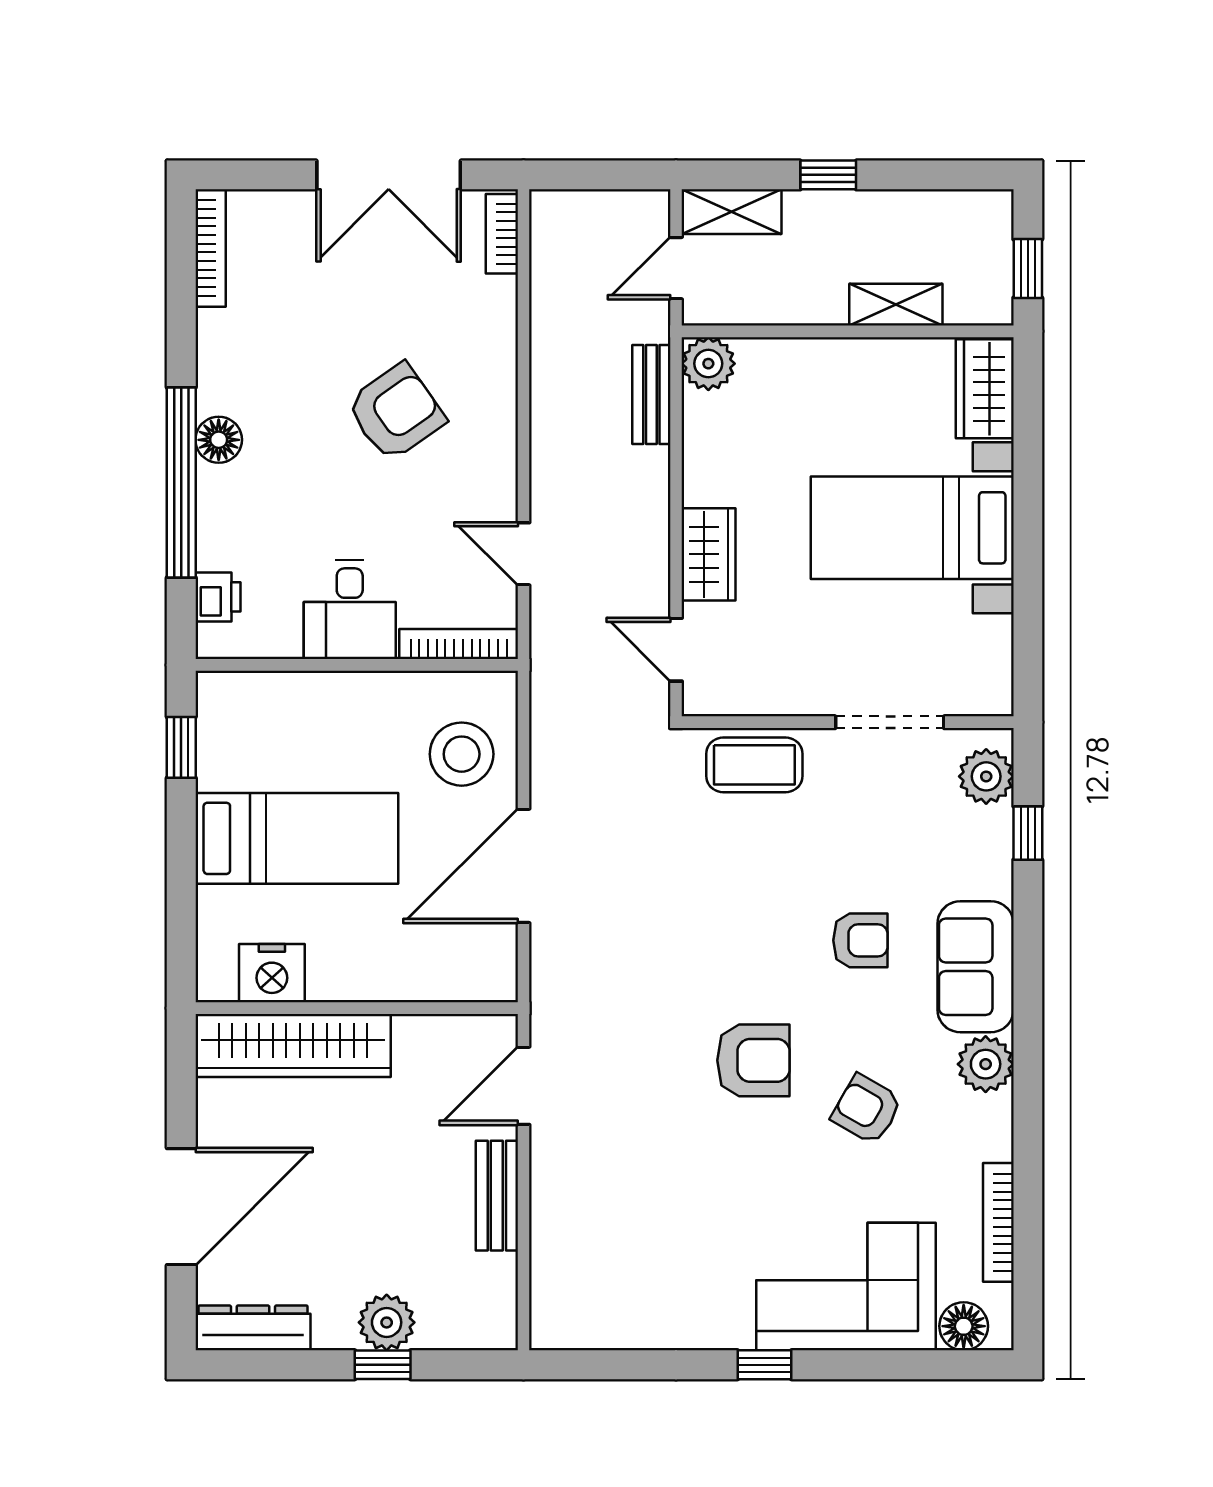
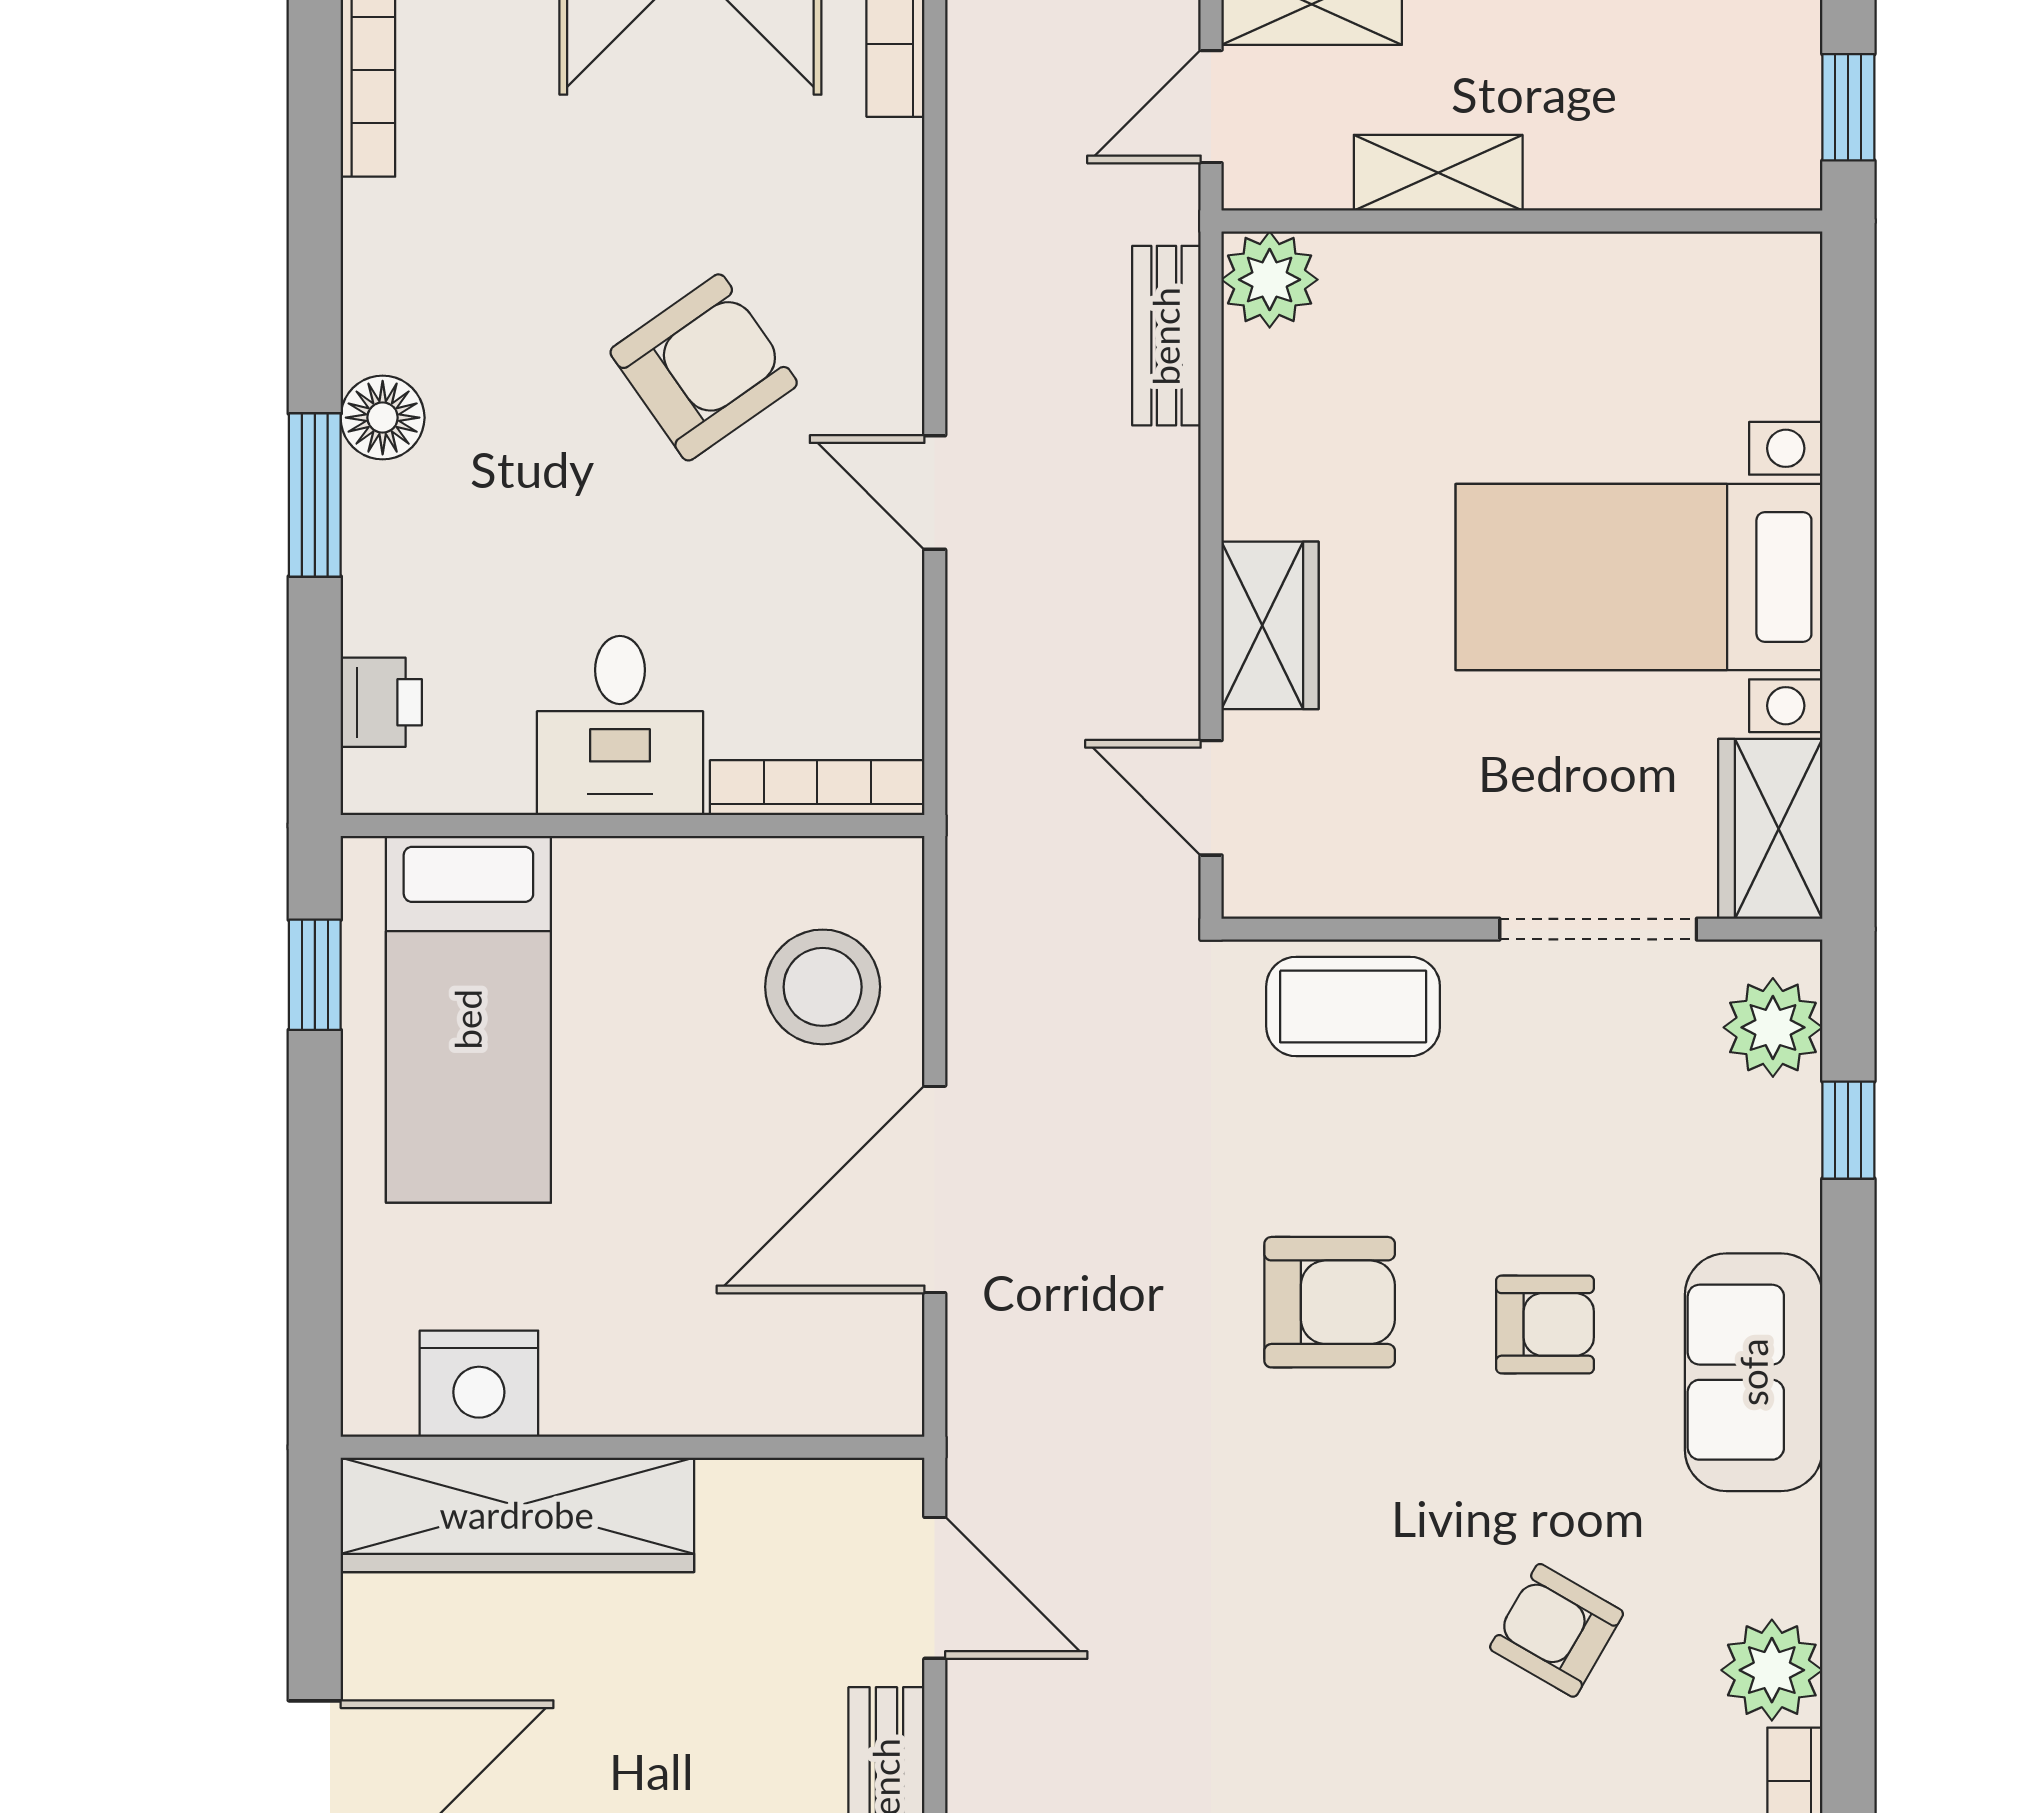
shelving: (896, 305) -> (1438, 173), moved
wardrobe: (985, 389) -> (1770, 829), moved
window: (181, 483) -> (315, 495), width x0.47
door: (523, 554) -> (935, 492), moved
bed: (297, 838) -> (468, 1019), moved, turned 90
armchair: (753, 1060) -> (1330, 1302), moved
plant: (986, 1064) -> (1772, 1670), moved
door: (523, 1086) -> (935, 1588), swing flipped

